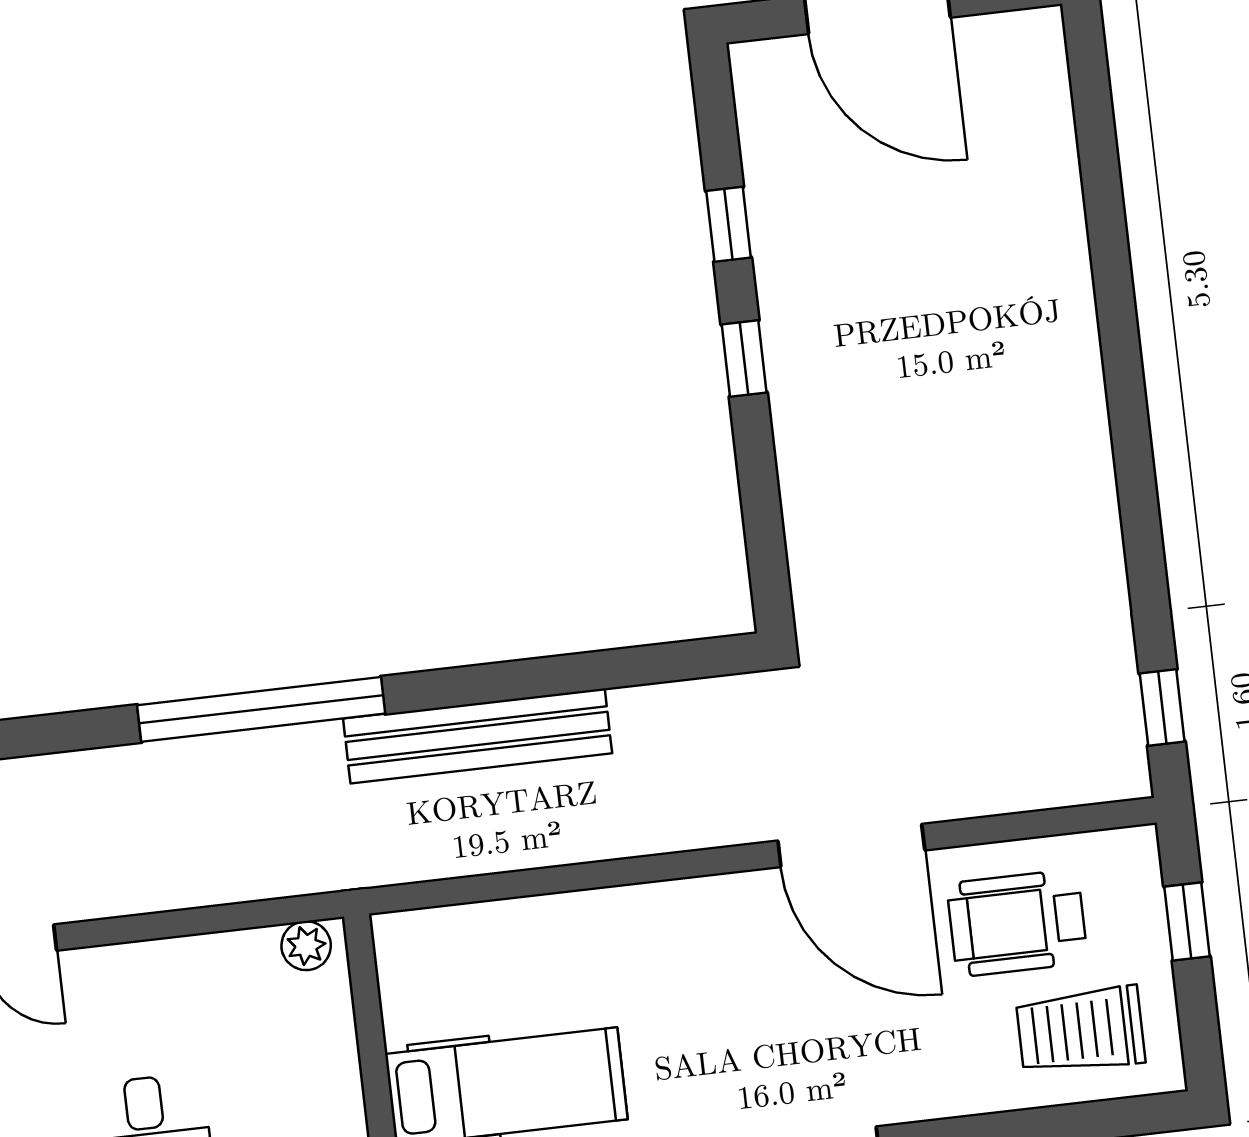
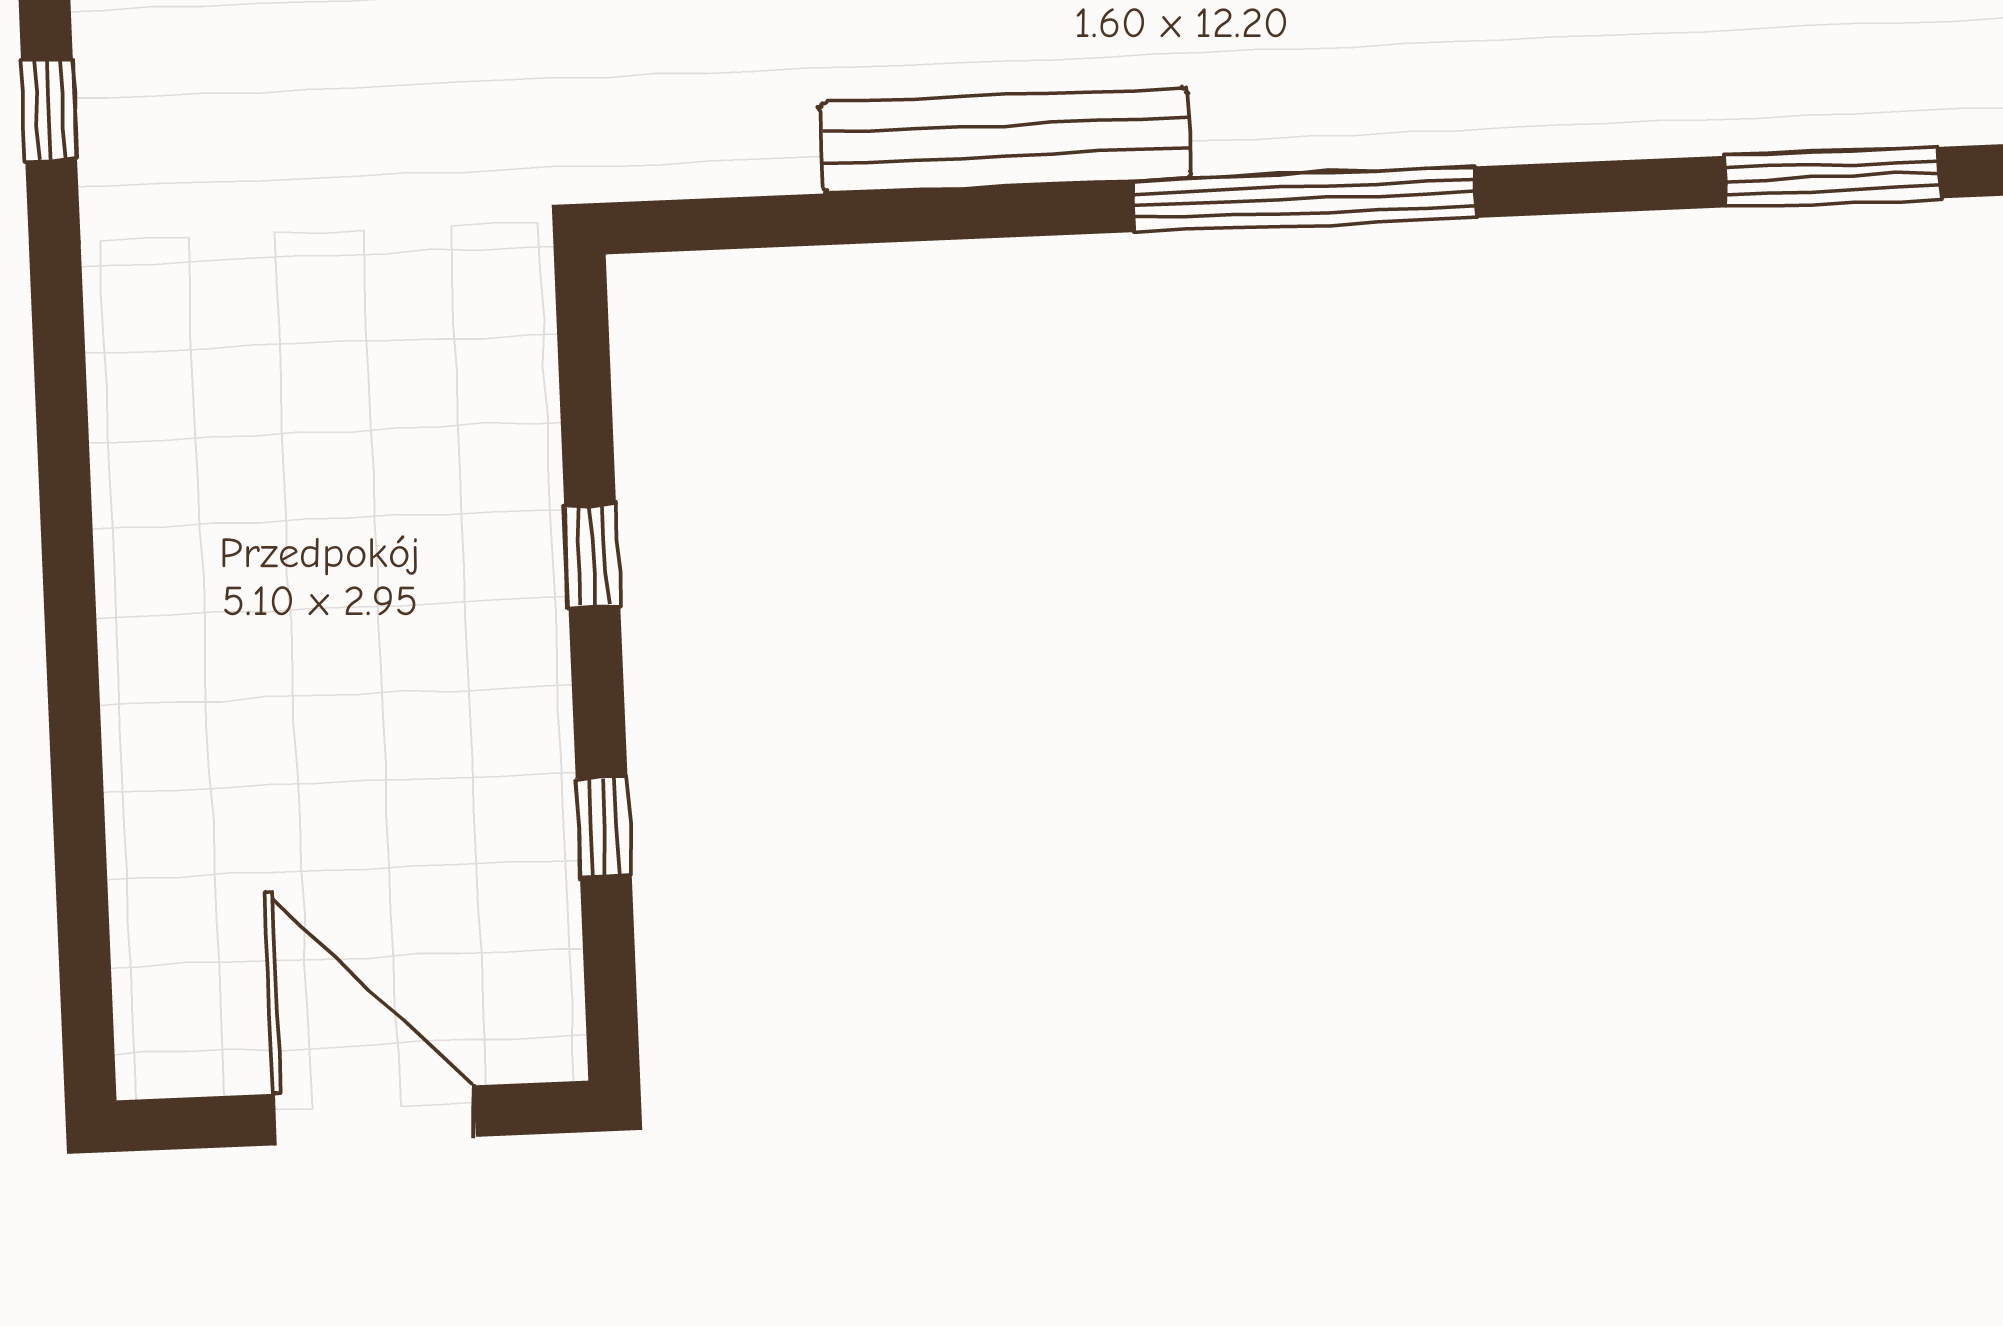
window: (744, 359) -> (592, 556), moved

